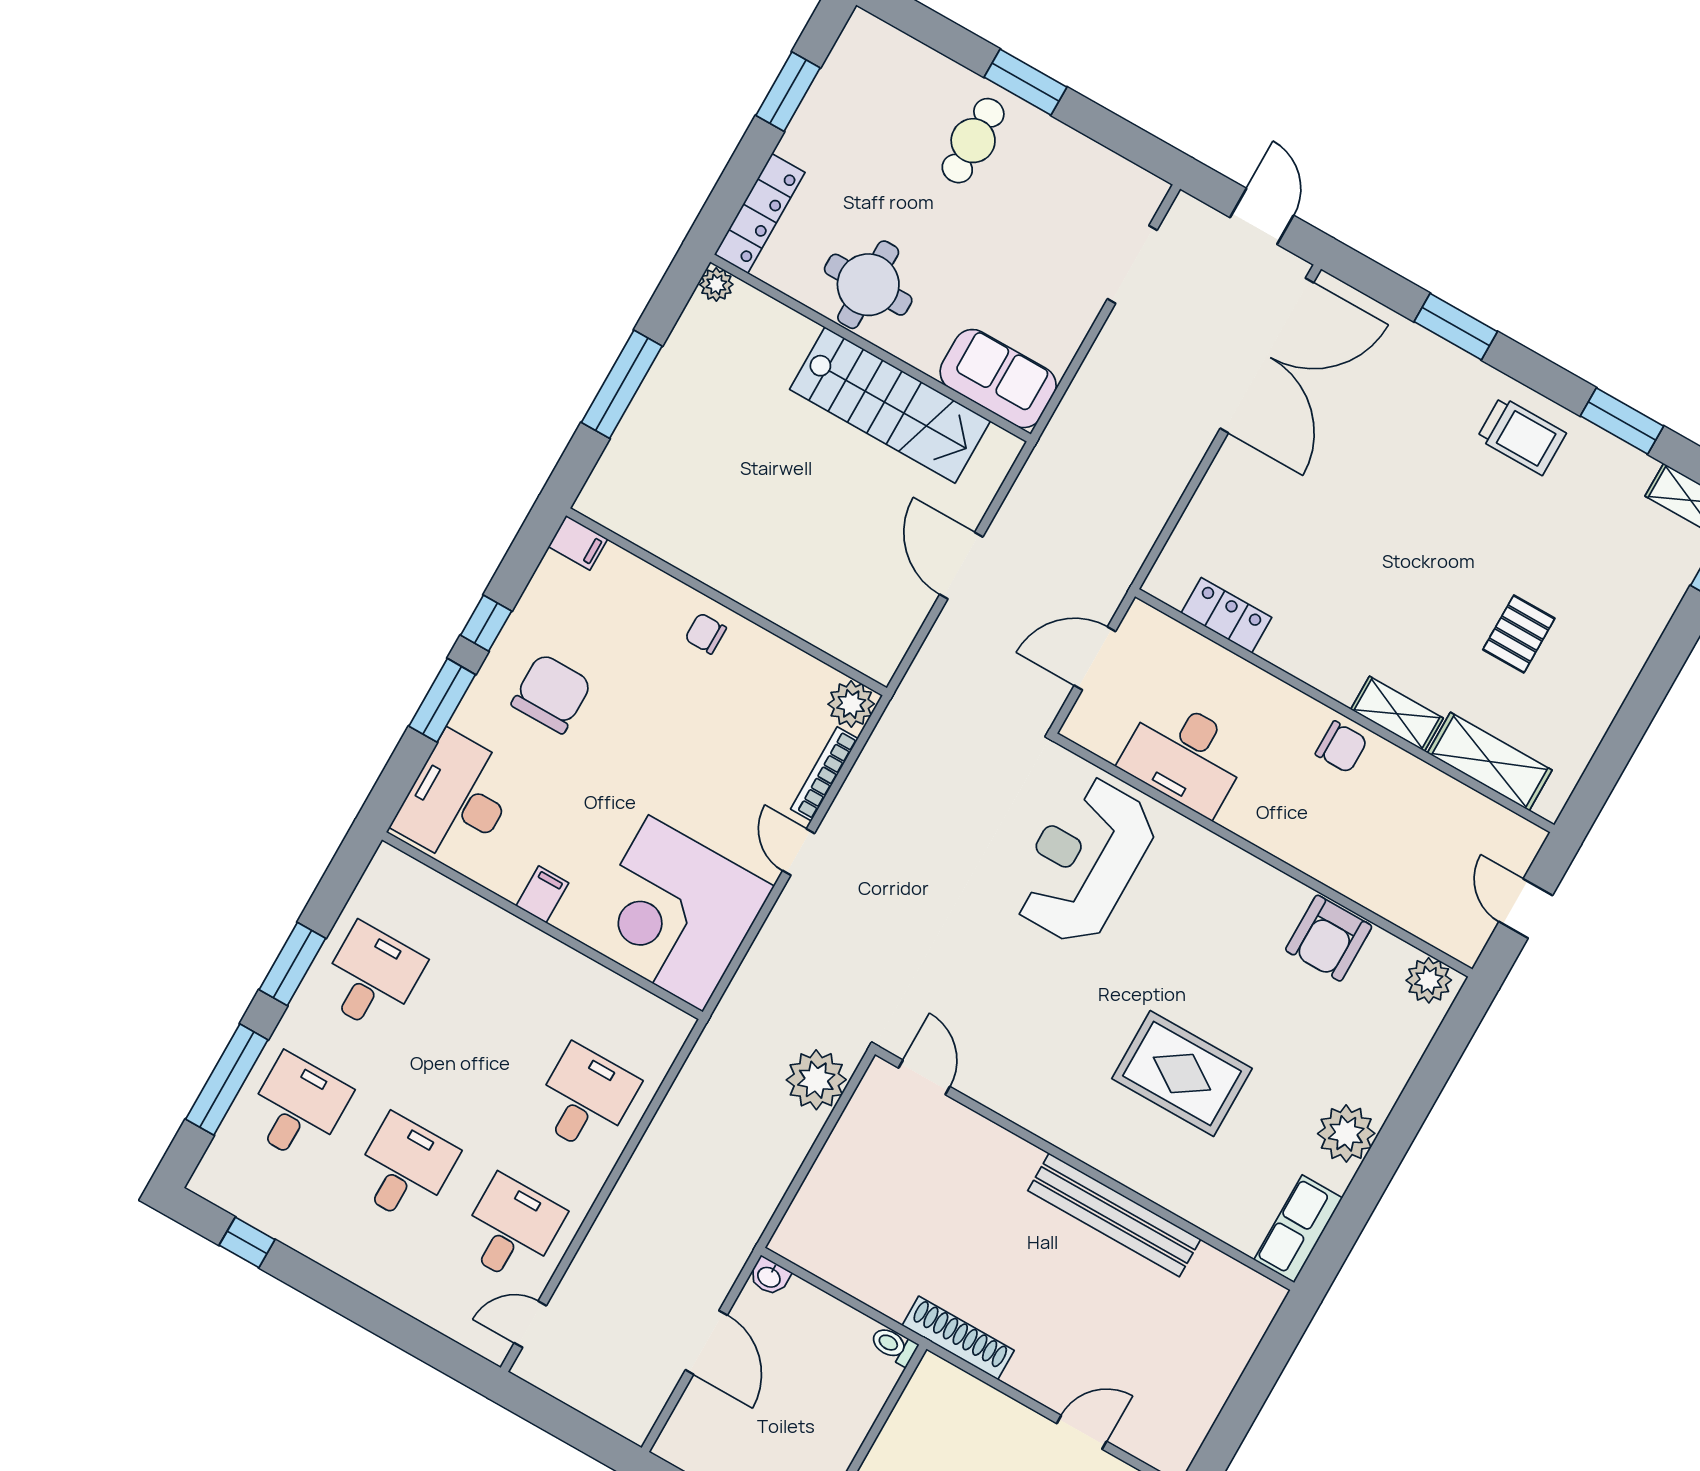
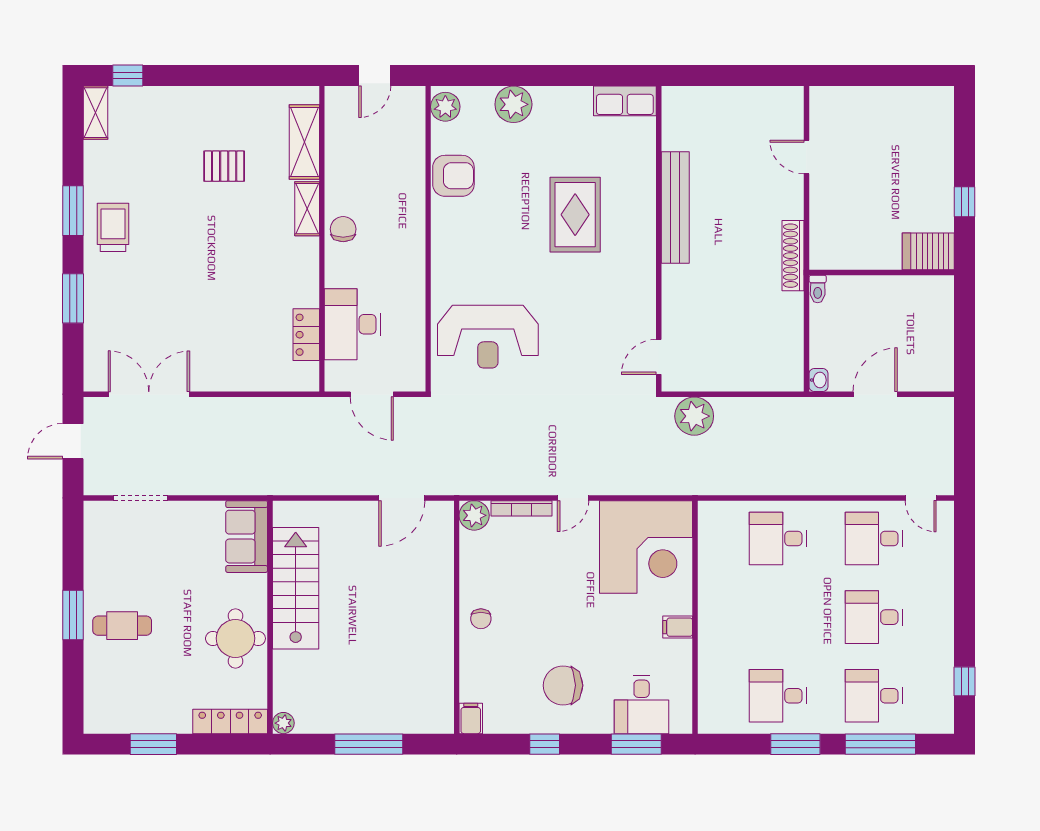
double door: (1267, 356) -> (149, 394), width x0.73
window: (1622, 421) -> (73, 211), moved
door: (961, 566) -> (402, 498), moved
window: (442, 700) -> (636, 744), moved
desk: (1185, 756) -> (352, 324), moved, turned 180
desk: (457, 799) -> (642, 705), width x0.73
plant: (1346, 1133) -> (513, 104), moved

